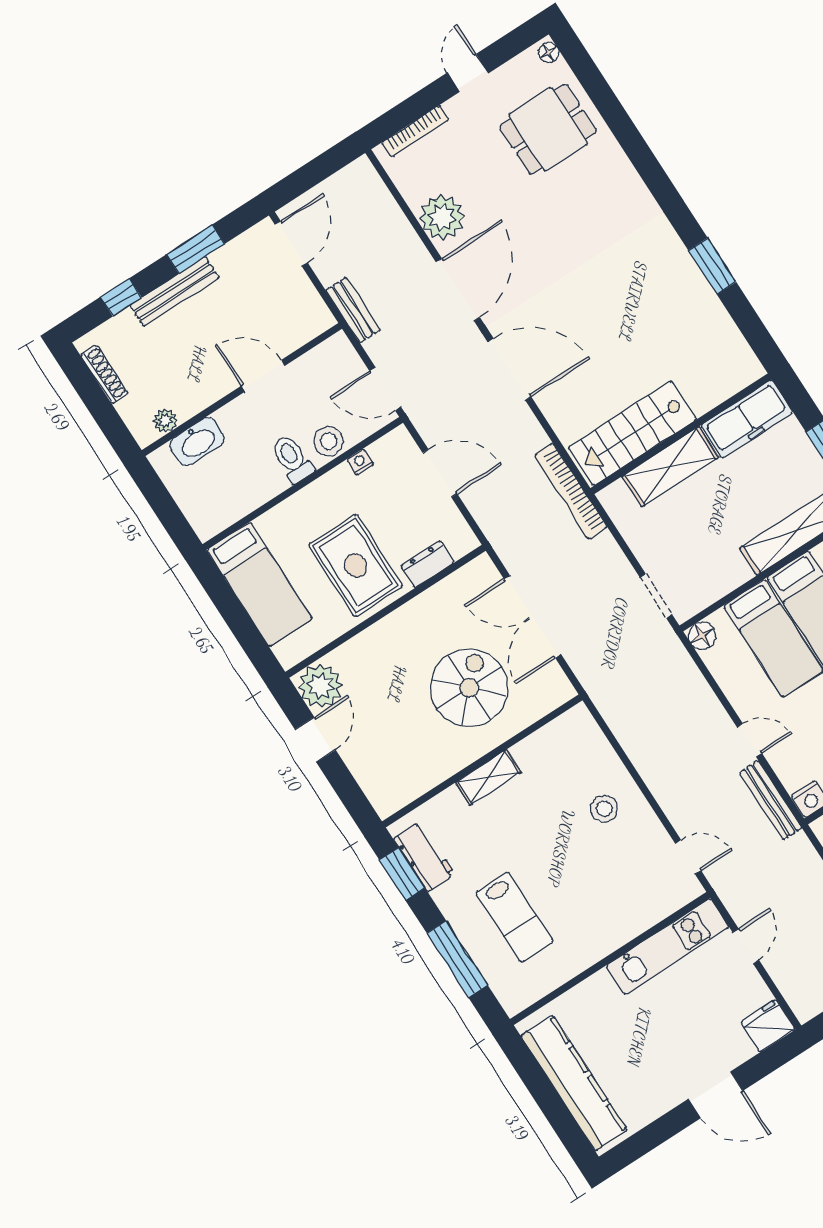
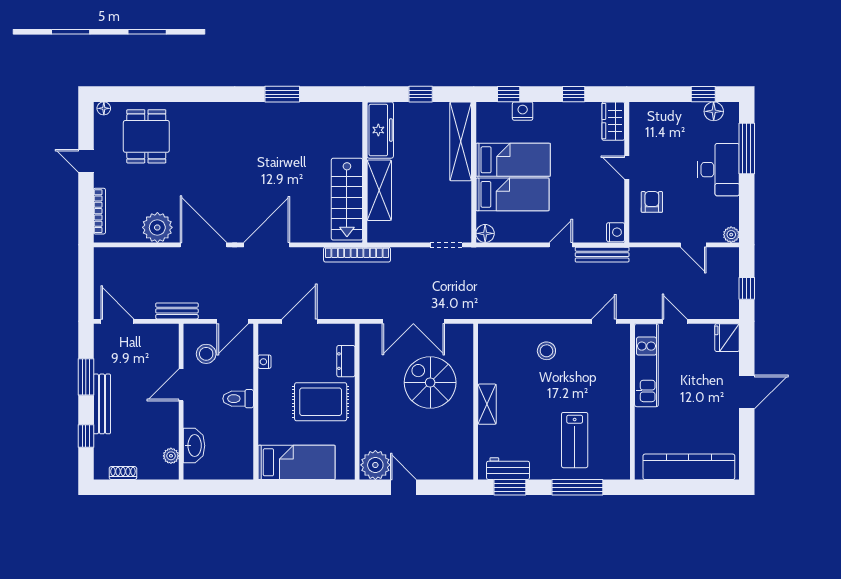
shoe rack: (104, 374) -> (123, 473), width x0.70
stool: (329, 441) -> (206, 354), moved
lab bench: (514, 917) -> (575, 440), turned 90

